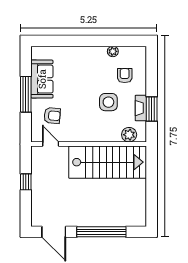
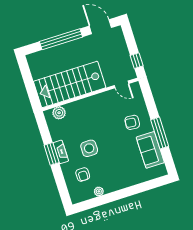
plant: (129, 135) -> (59, 113), moved
door: (51, 144) -> (122, 84), moved
wall: (89, 144) -> (90, 94), moved
stairs: (108, 162) -> (70, 84), moved

